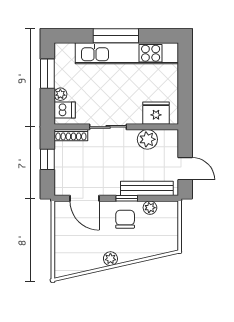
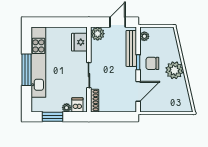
plant: (147, 139) -> (98, 34), moved
window: (47, 159) -> (111, 117), removed
plant: (150, 208) -> (144, 36), moved
plant: (110, 259) -> (174, 70), width x1.88, depth x1.88

